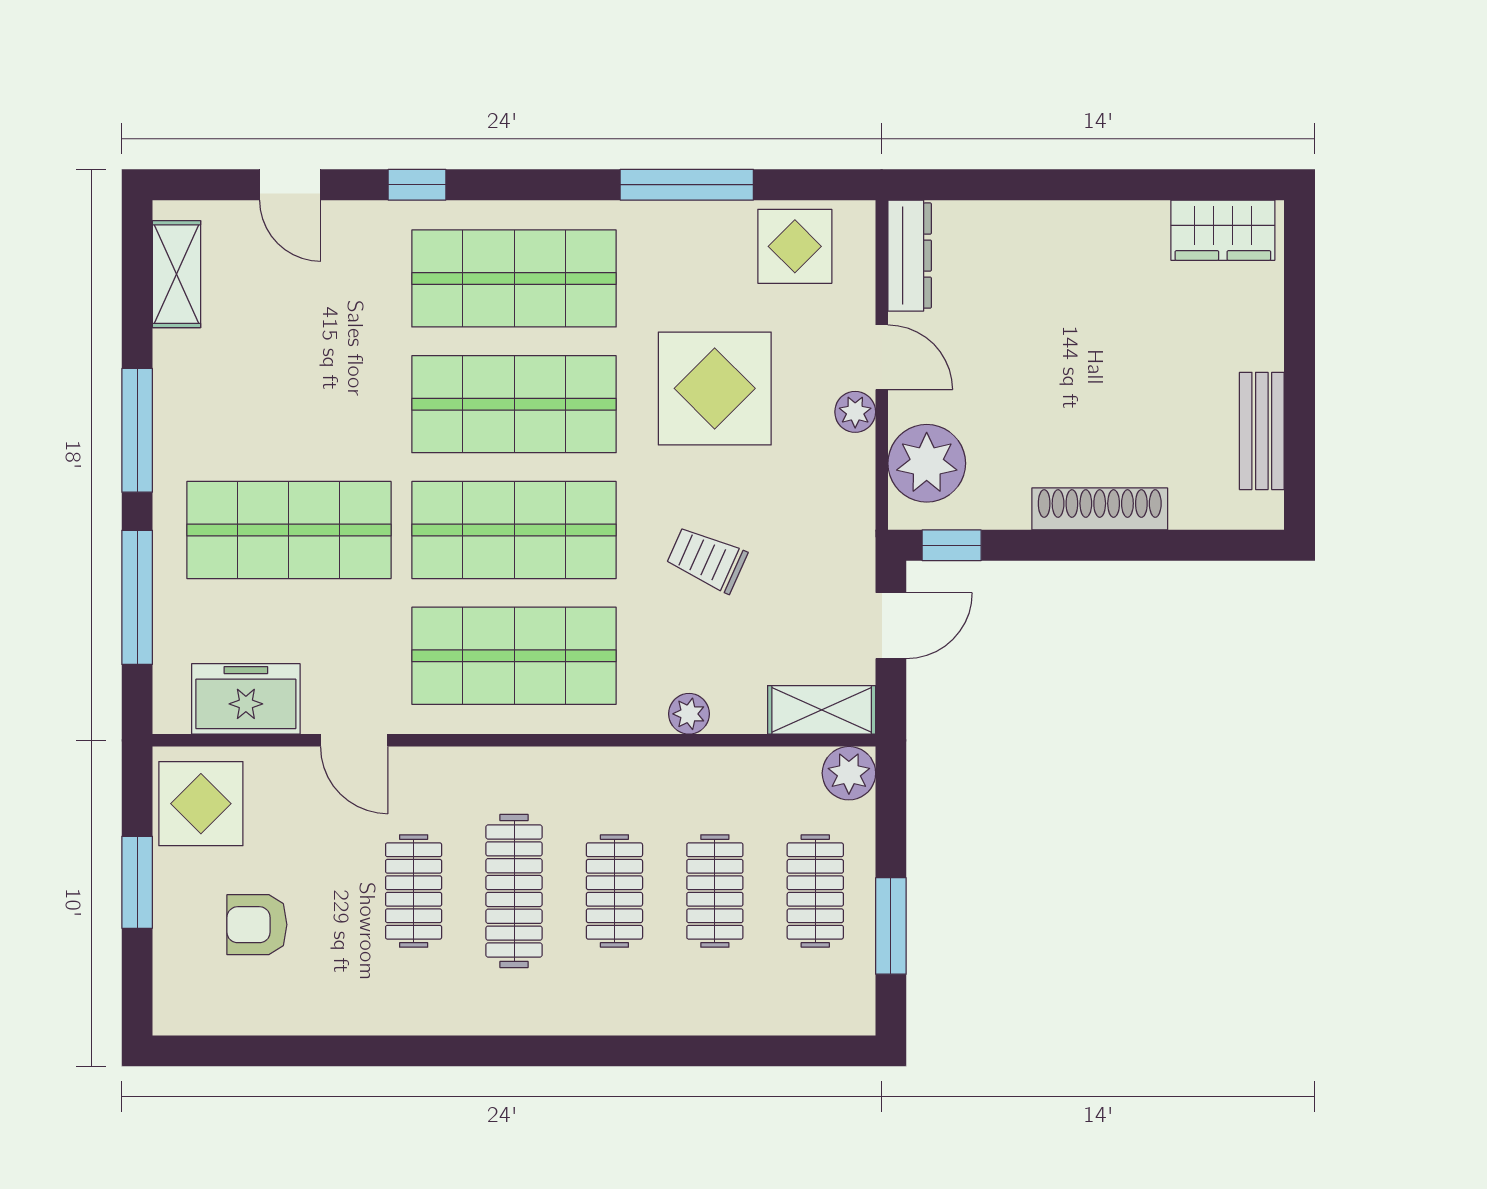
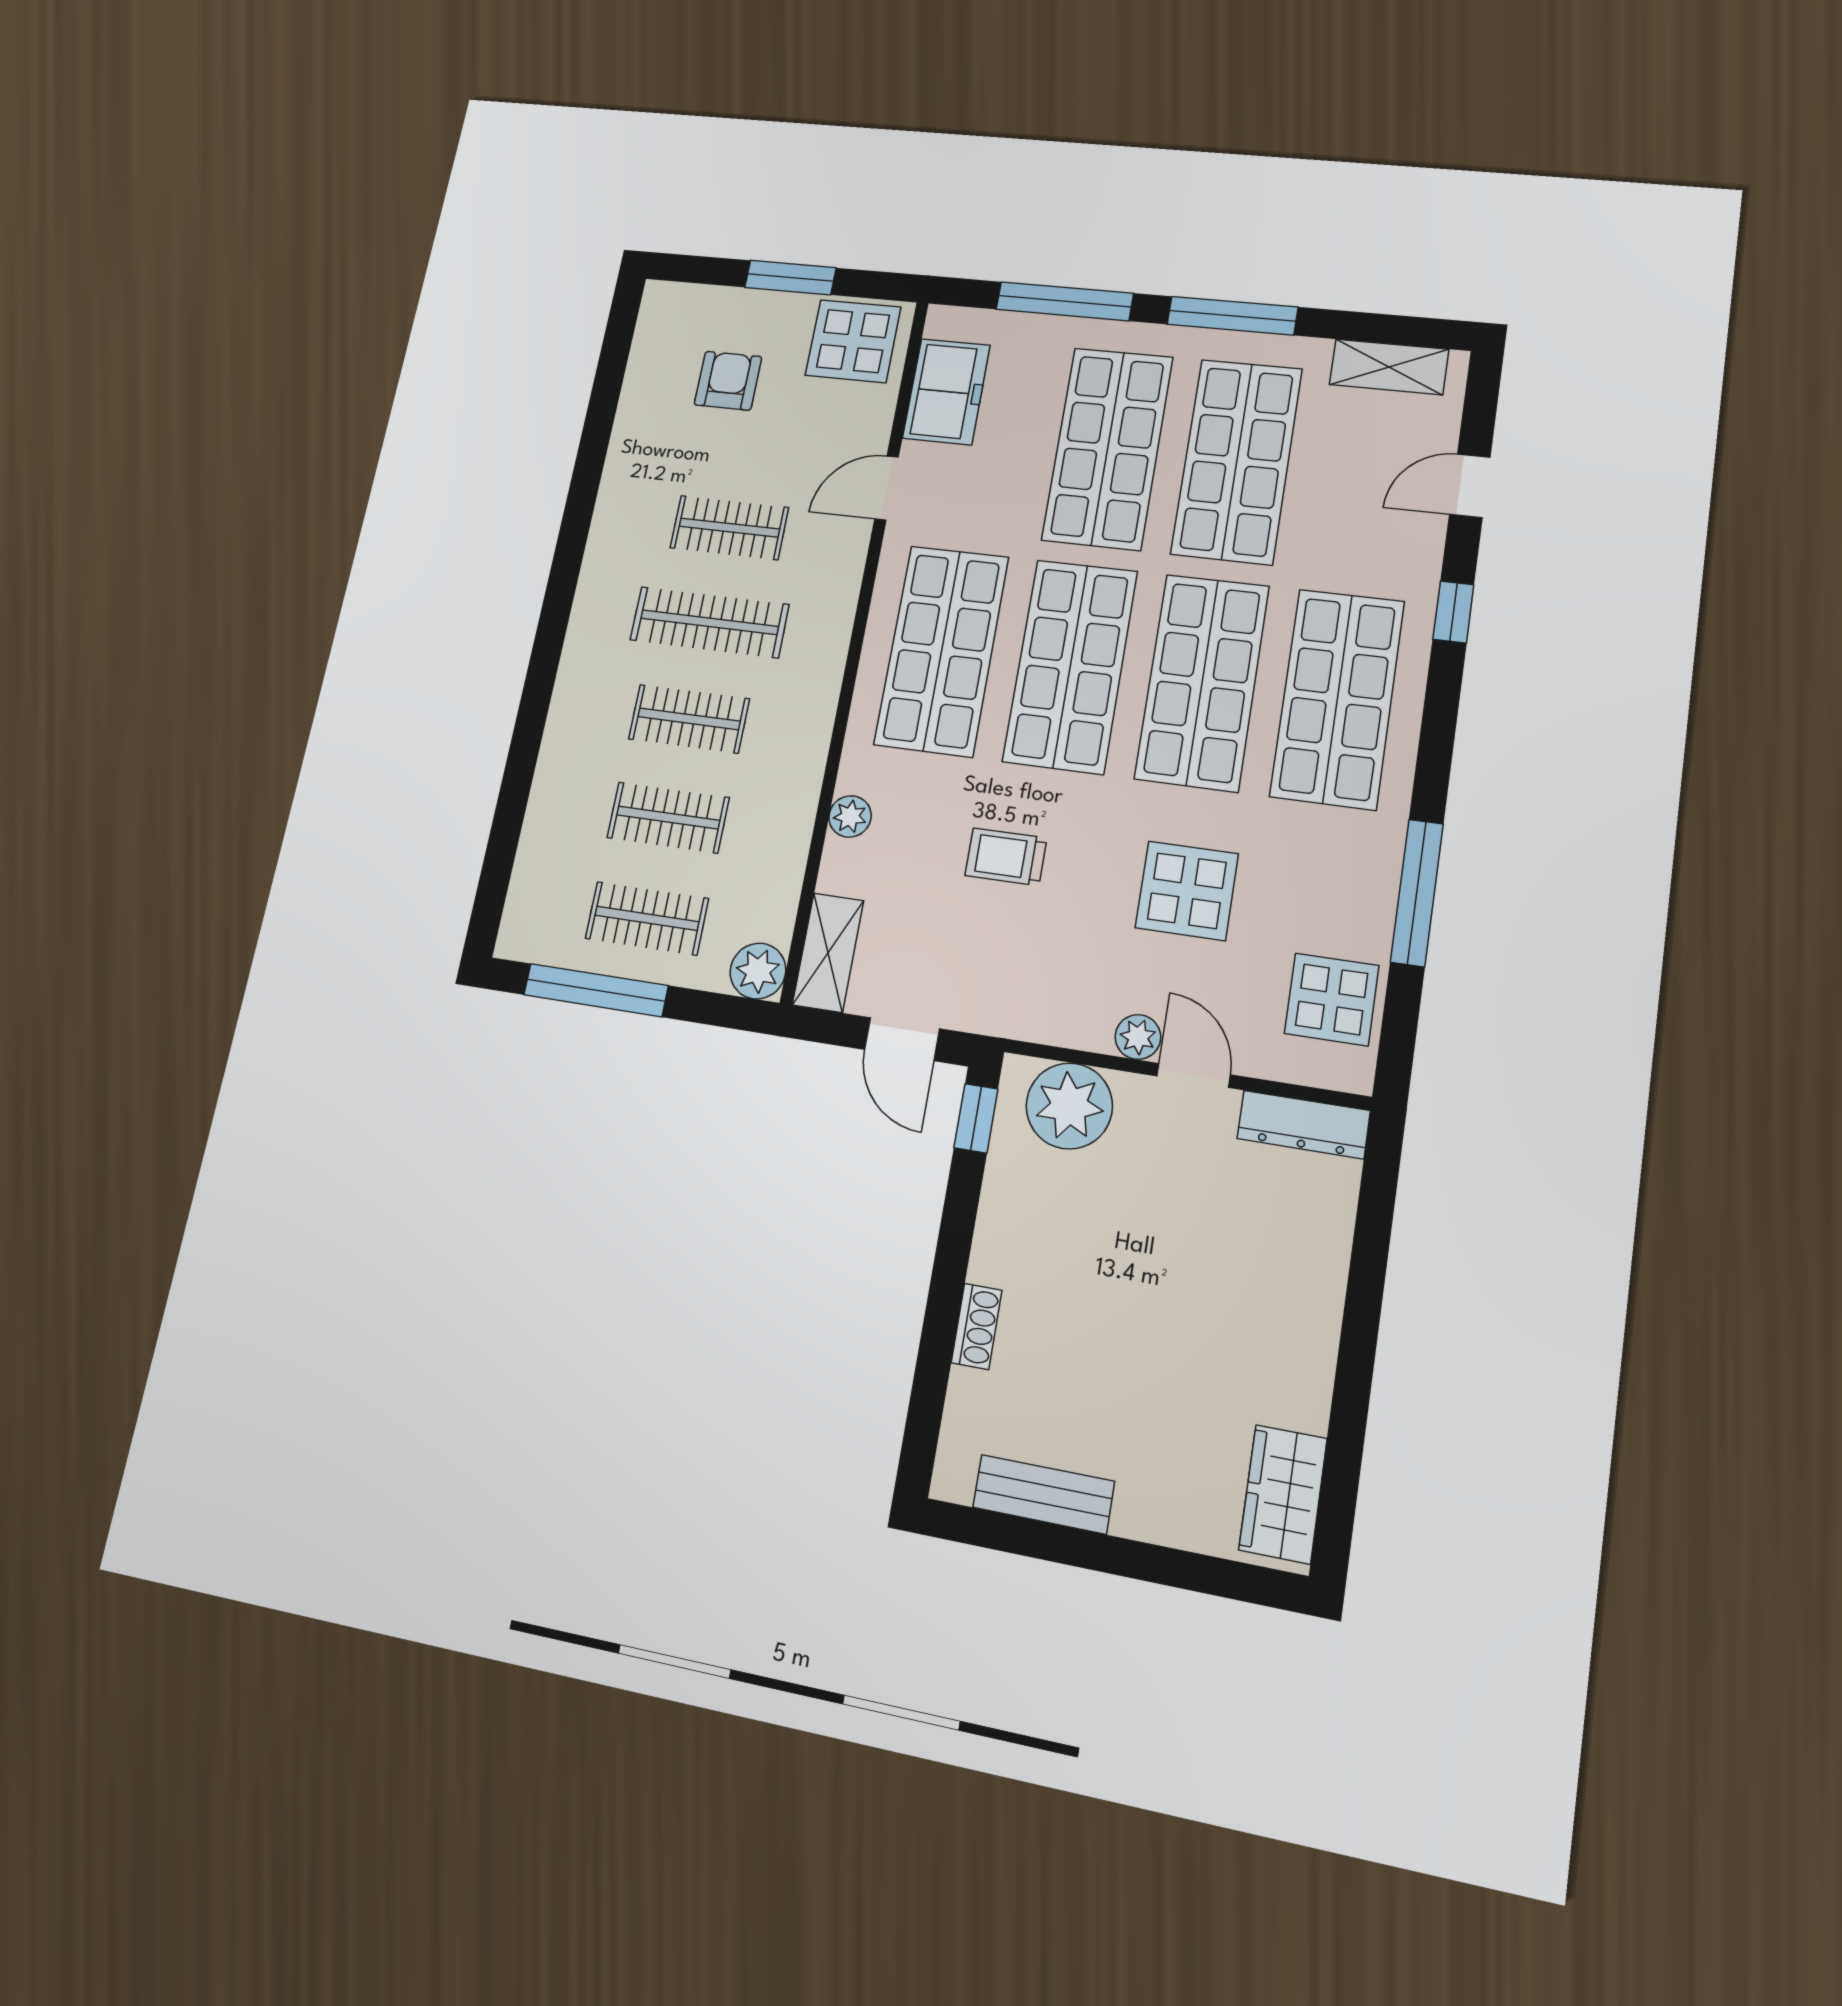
door: (882, 357) -> (1194, 1075), swing flipped
display table: (715, 388) -> (1187, 891), width x0.73, depth x0.73
shop shelf: (289, 404) -> (1237, 461), added
shoe rack: (1100, 509) -> (977, 1326), width x0.51, depth x0.81
trolley: (707, 559) -> (1006, 857), turned -114
window: (891, 926) -> (596, 990), width x1.44

